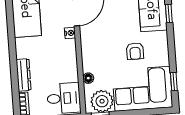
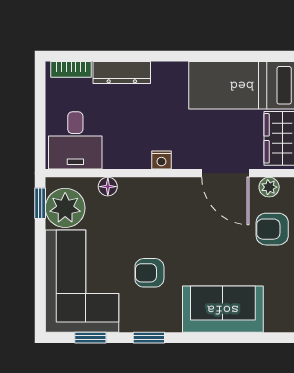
window: (169, 14) -> (149, 338), moved
nightstand: (70, 33) -> (161, 160), moved

